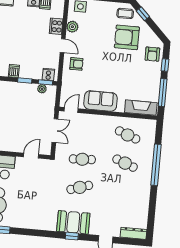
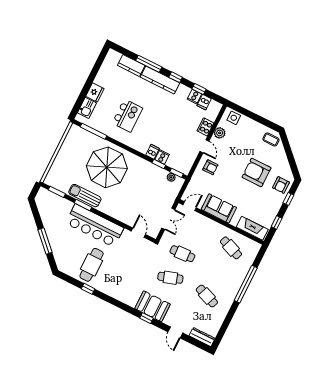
window: (143, 14) -> (287, 146), removed
armchair: (127, 37) -> (257, 172), moved
cooker: (48, 74) -> (162, 157), moved
window: (163, 93) -> (277, 222), width x0.46
door: (31, 156) -> (138, 233), hinge flipped
cafe table: (125, 163) -> (207, 296), moved

